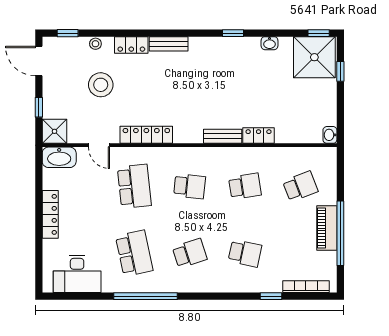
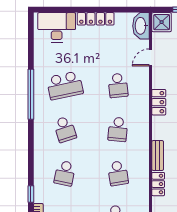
locker: (146, 135) -> (159, 102), width x0.66
school desk: (134, 186) -> (118, 85), width x0.54
desk: (77, 274) -> (57, 27), moved, turned 90

